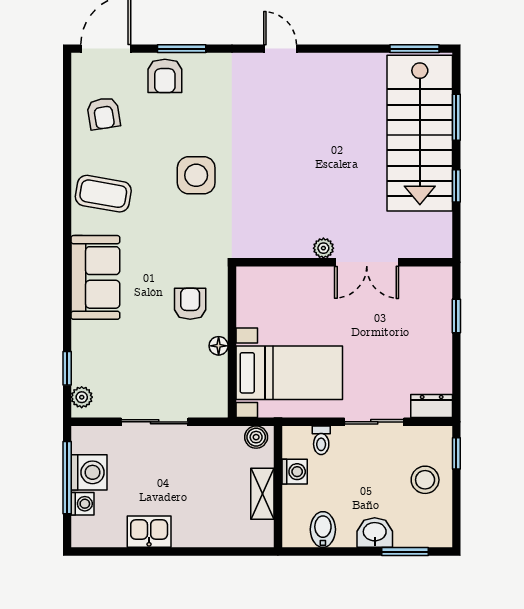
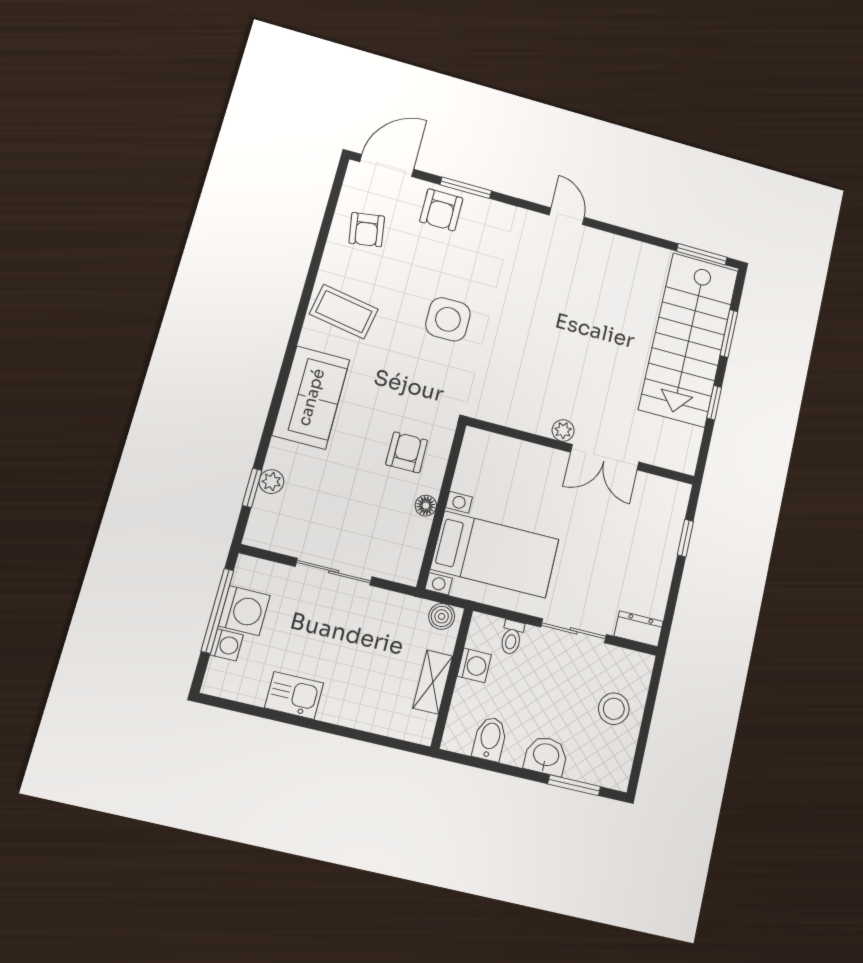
plant: (82, 397) -> (271, 482), moved
window: (456, 453) -> (654, 687), removed

